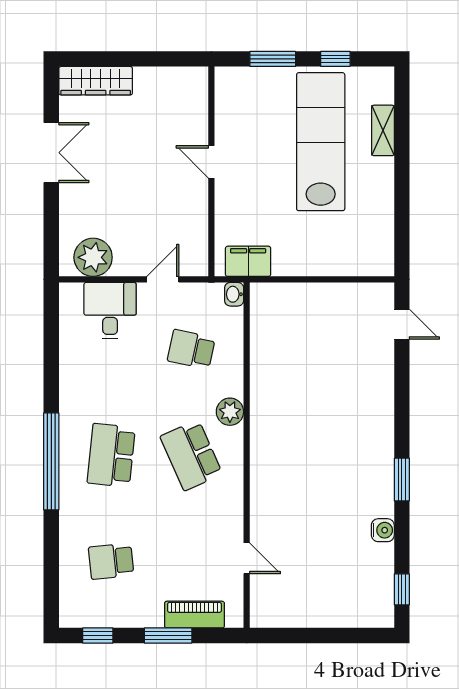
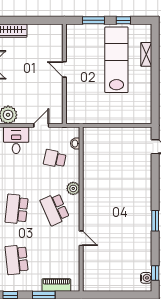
filing cabinet: (248, 261) -> (82, 117), removed
washbasin: (234, 294) -> (75, 143), moved
water cooler: (383, 530) -> (146, 278), moved
door: (247, 558) -> (81, 238), moved
school desk: (111, 561) -> (17, 260), width x1.85

